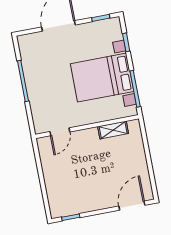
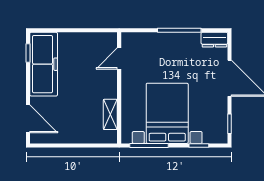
dresser: (25, 47) -> (214, 40), added
door: (60, 132) -> (119, 59), hinge flipped
freezer: (78, 201) -> (44, 64), added

